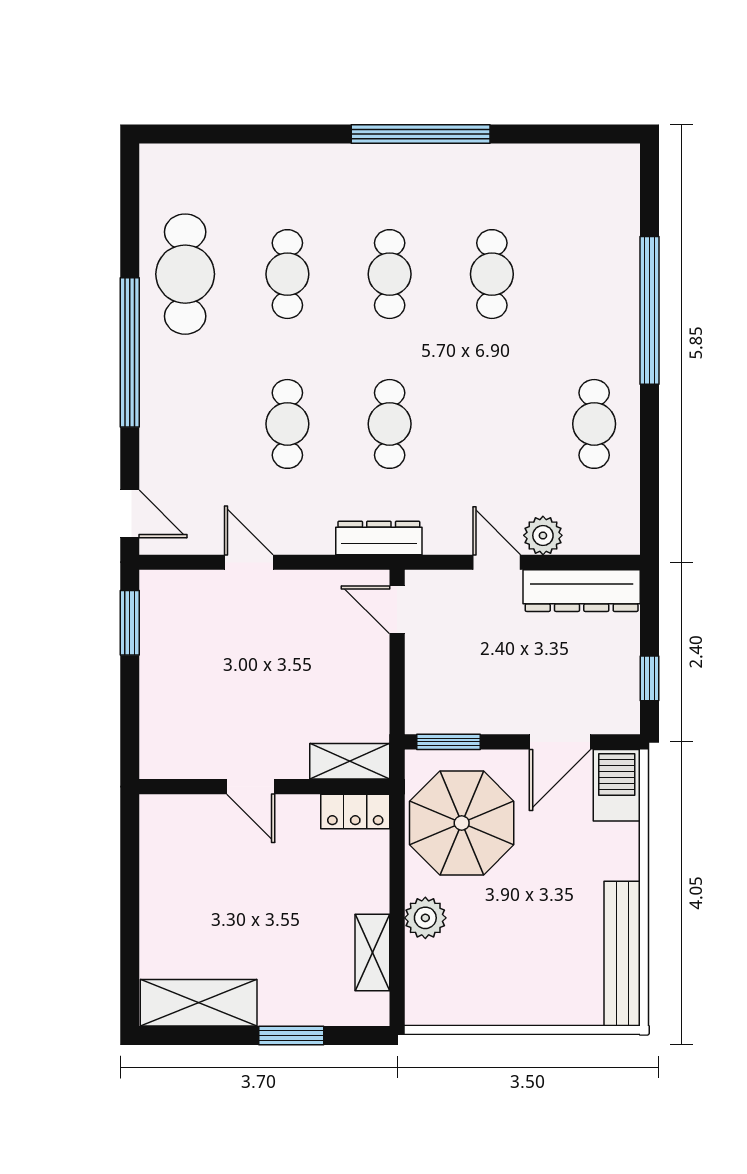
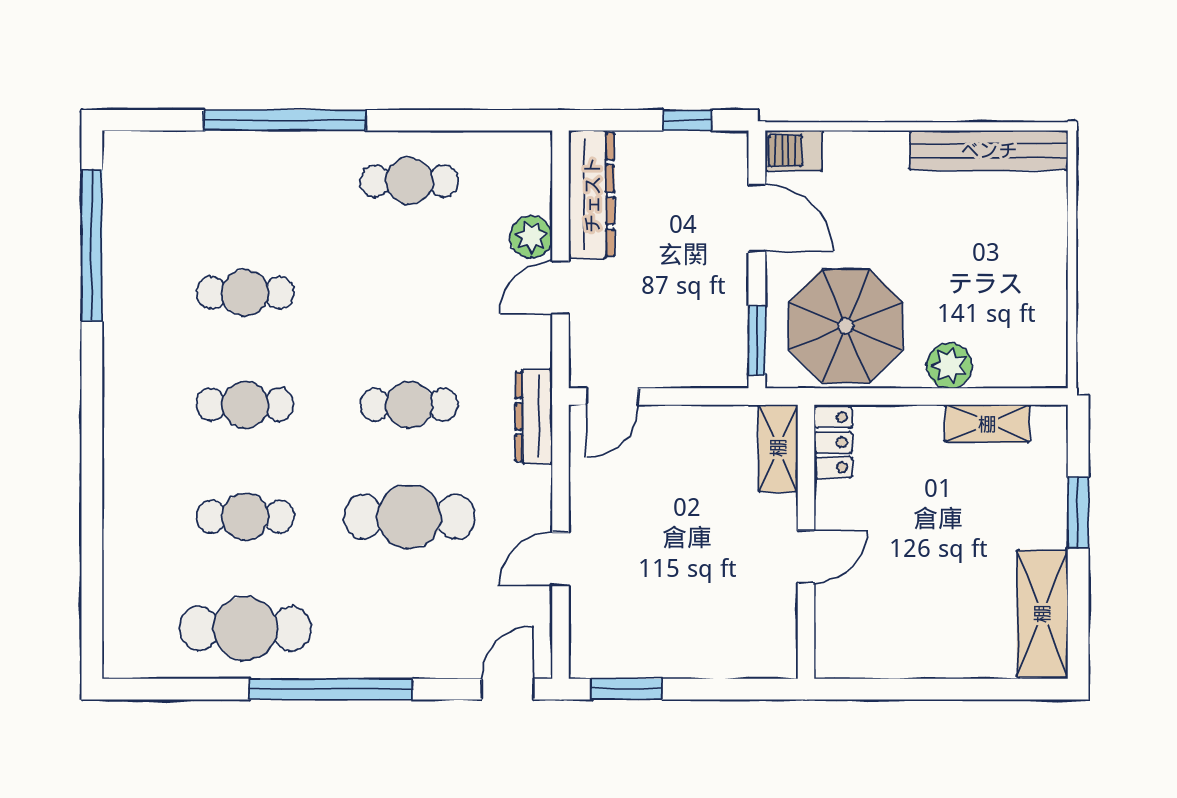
window: (421, 134) -> (92, 246), moved
cafe table: (287, 424) -> (409, 517), width x1.37, depth x1.35
barbecue: (617, 785) -> (794, 151), width x0.73, depth x0.79

